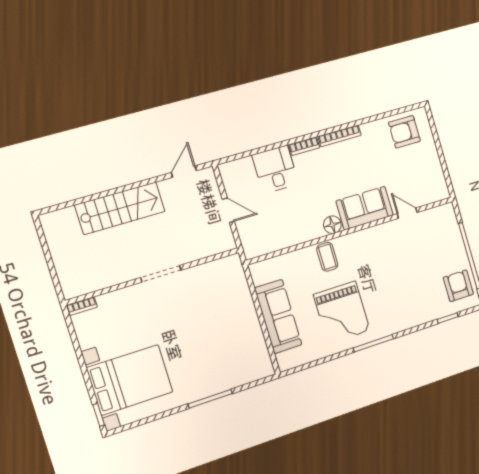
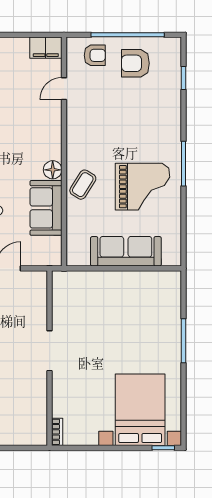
filing cabinet: (438, 186) -> (46, 48), added
sofa: (365, 208) -> (46, 208), moved
armchair: (444, 232) -> (95, 55), added
coffee table: (327, 257) -> (83, 185), turned -58
armchair: (458, 286) -> (135, 63), moved

